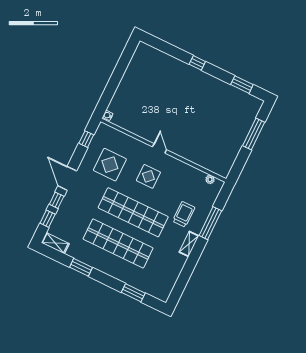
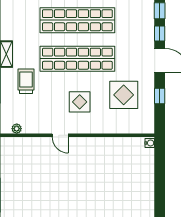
window: (86, 139) -> (160, 96), moved
door: (160, 148) -> (60, 135), moved
trolley: (184, 214) -> (26, 81), turned 180

